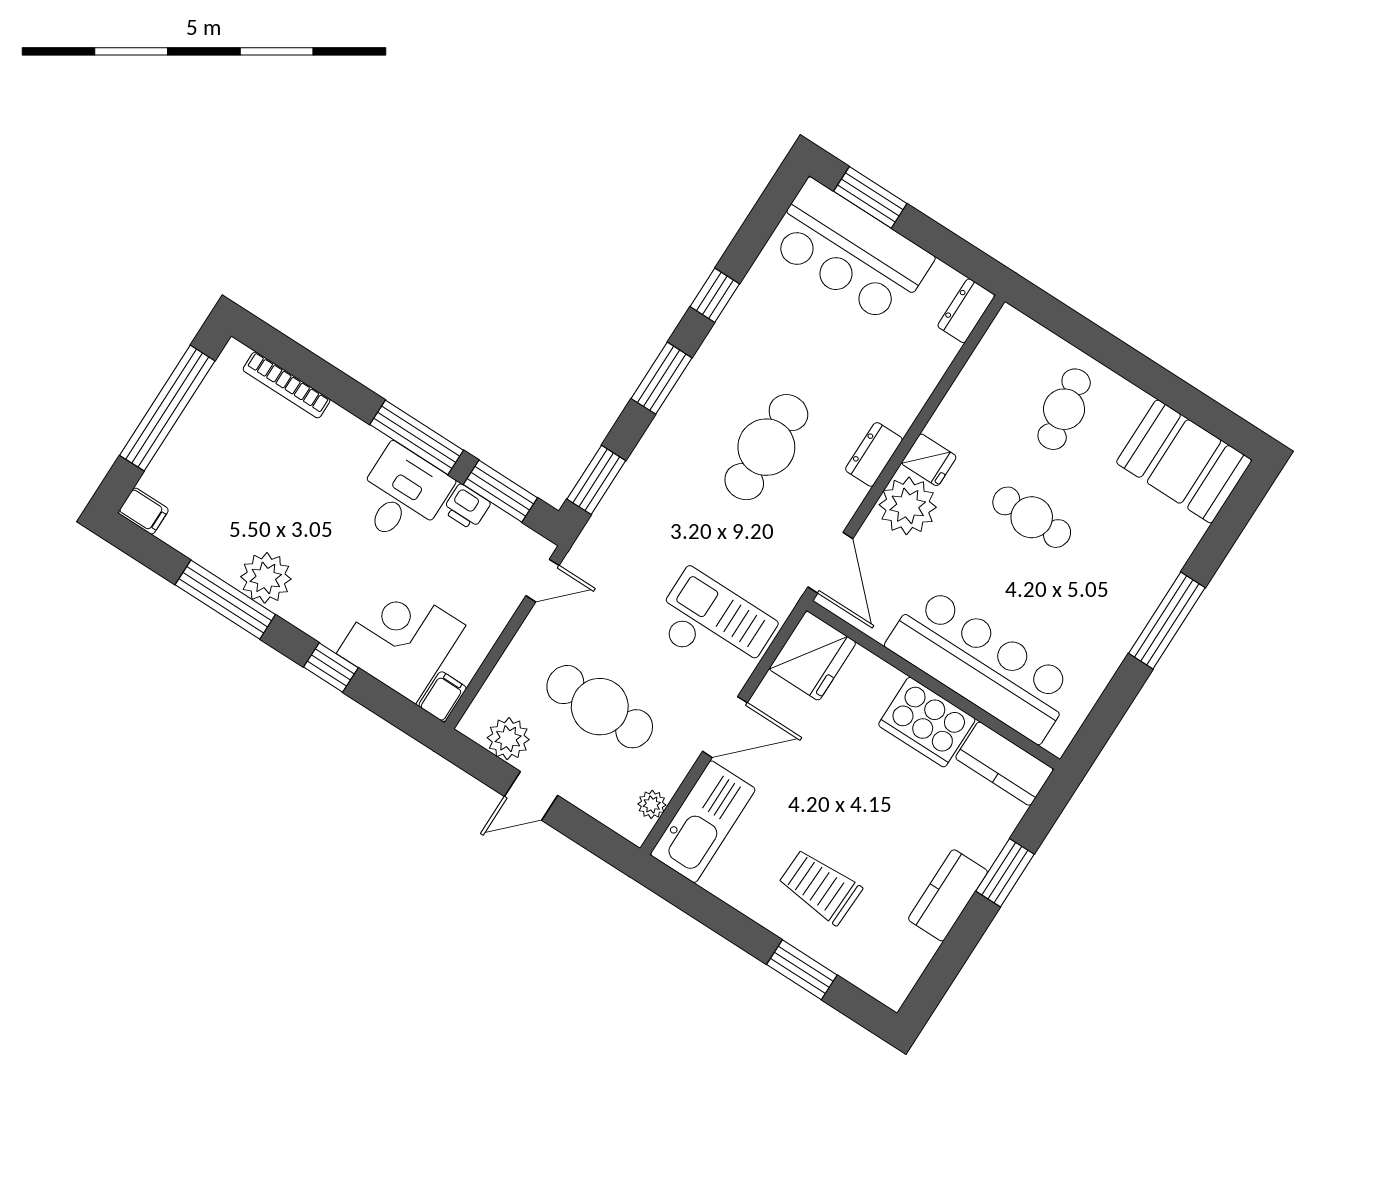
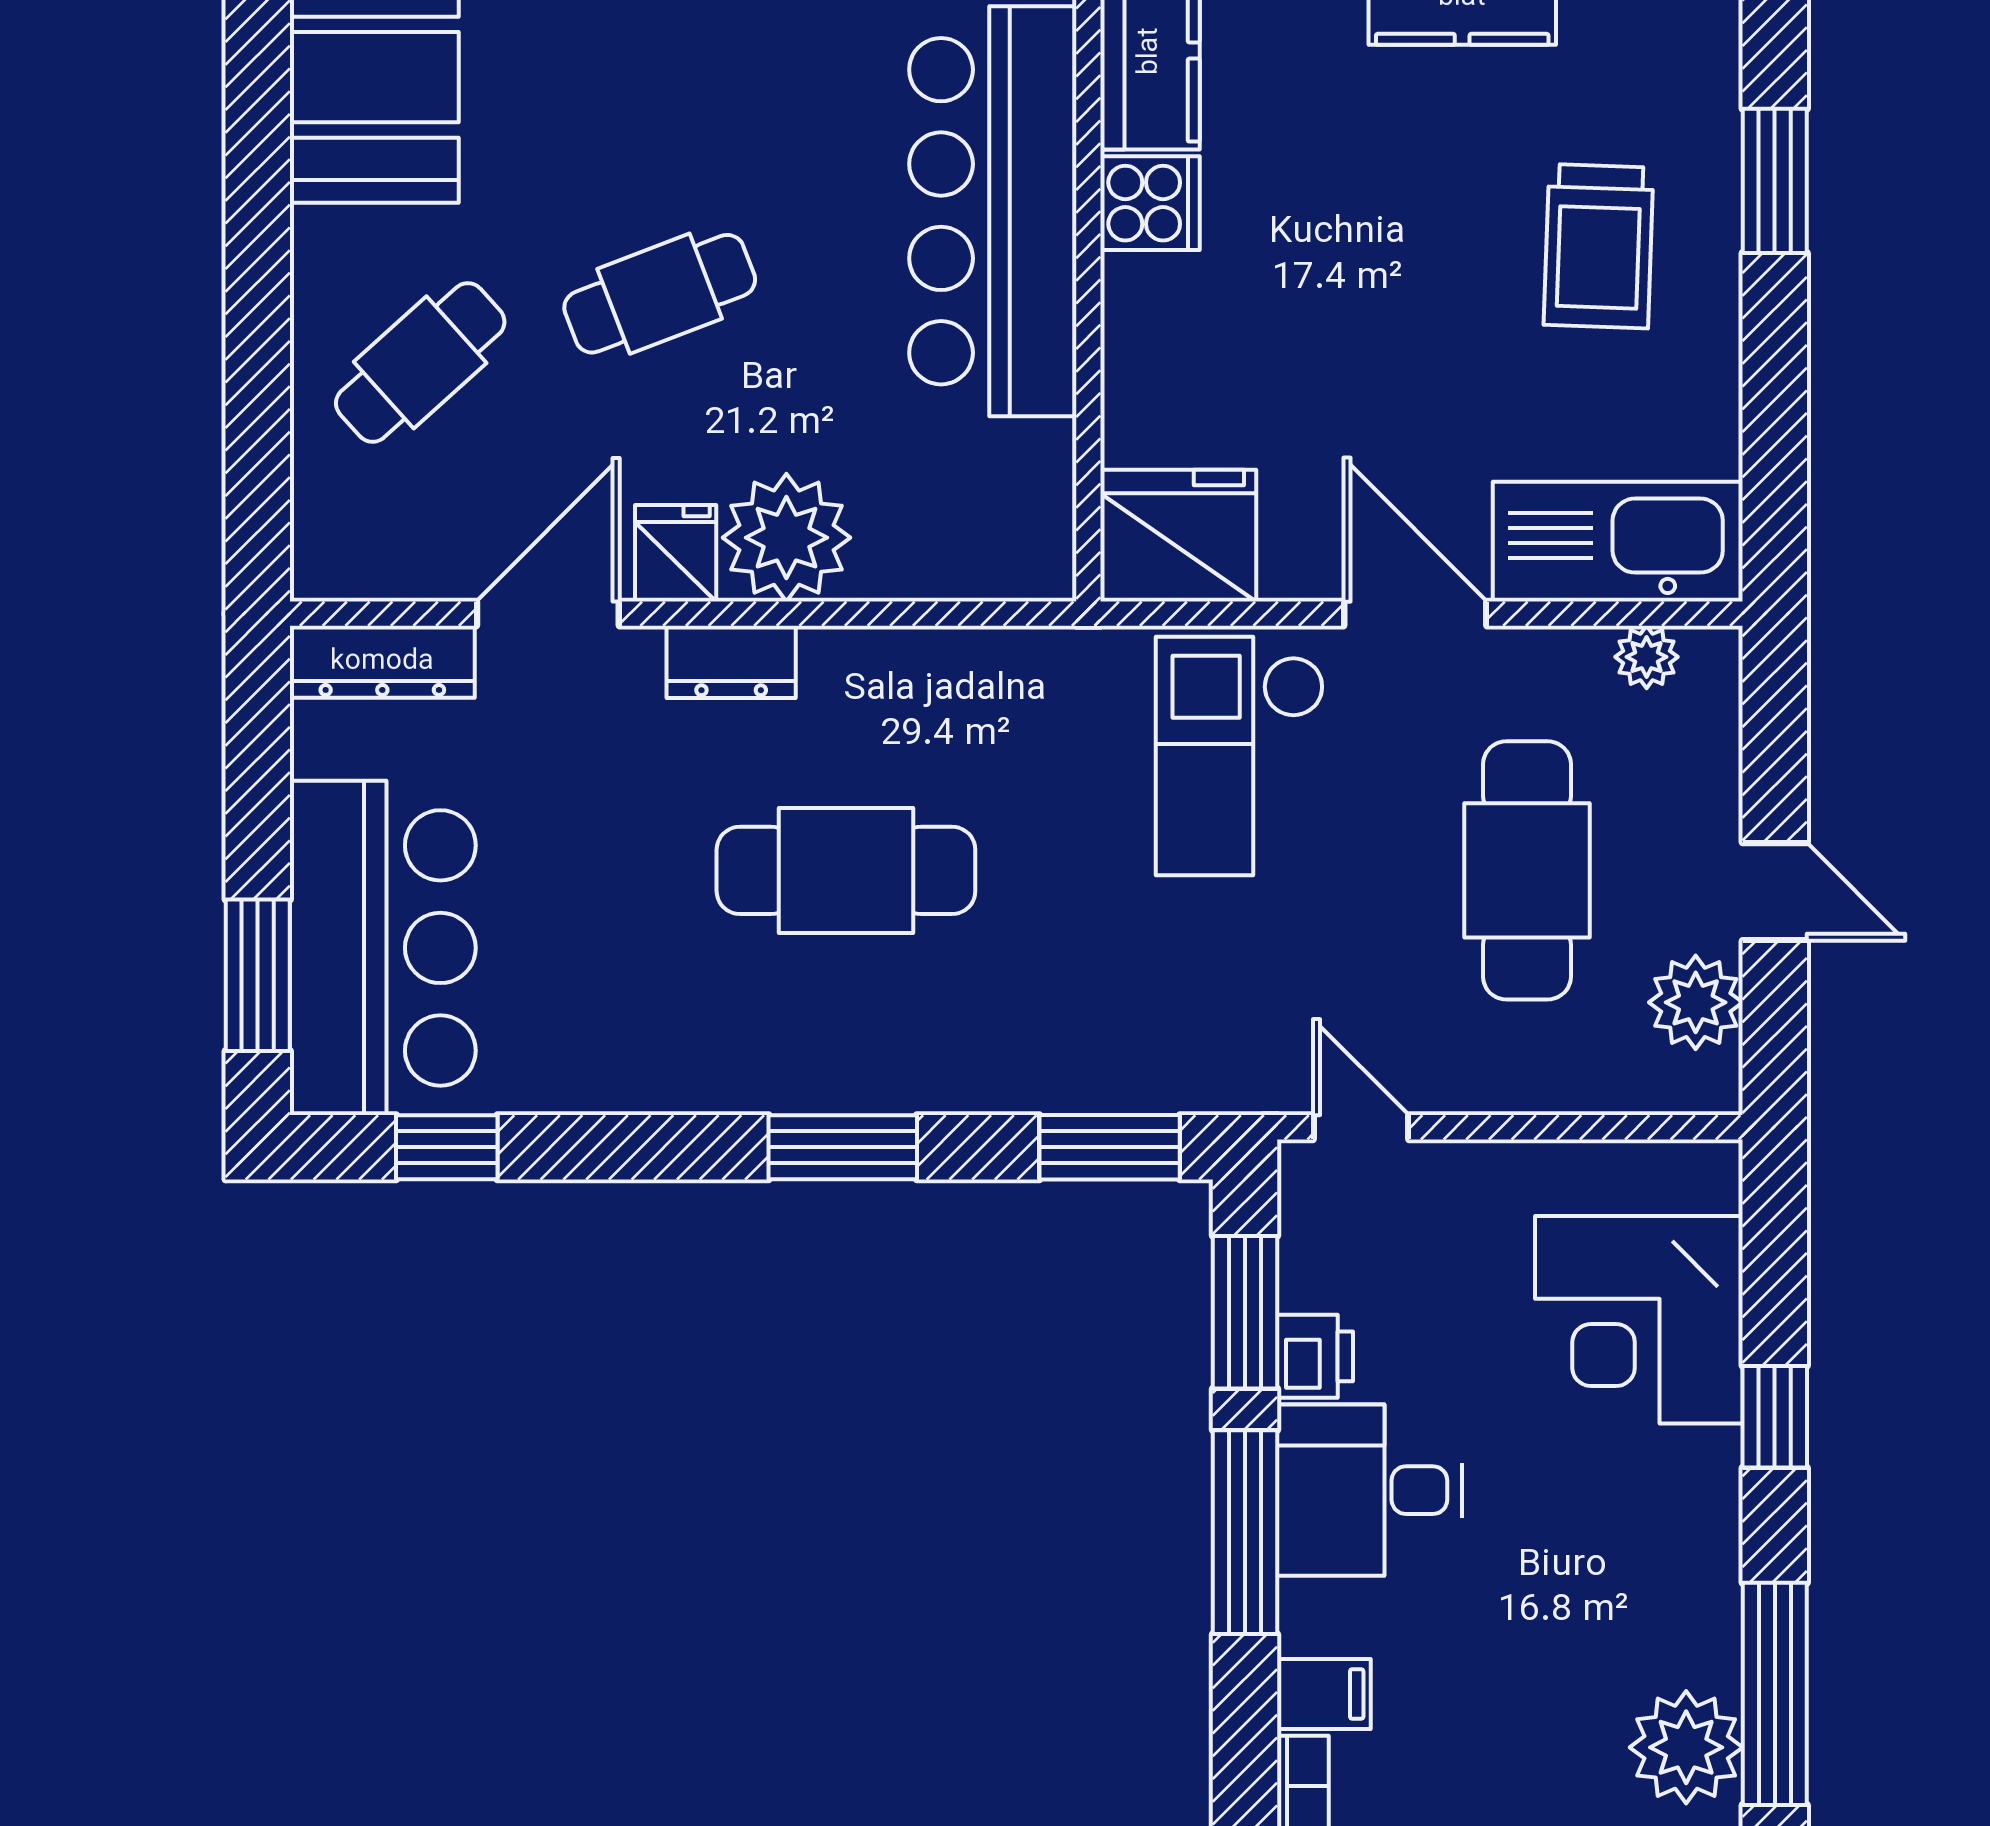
window: (715, 295) -> (447, 1147), moved
dresser: (966, 311) -> (382, 662), width x1.44
cafe table: (1064, 409) -> (420, 362), turned -33
cafe table: (1032, 517) -> (660, 294), turned 69
door: (830, 563) -> (548, 614), moved
plant: (266, 578) -> (1686, 1747), moved
filing cabinet: (443, 697) -> (1324, 1694), moved, turned 180
cooker: (927, 722) -> (1150, 203), width x0.53, depth x0.76

